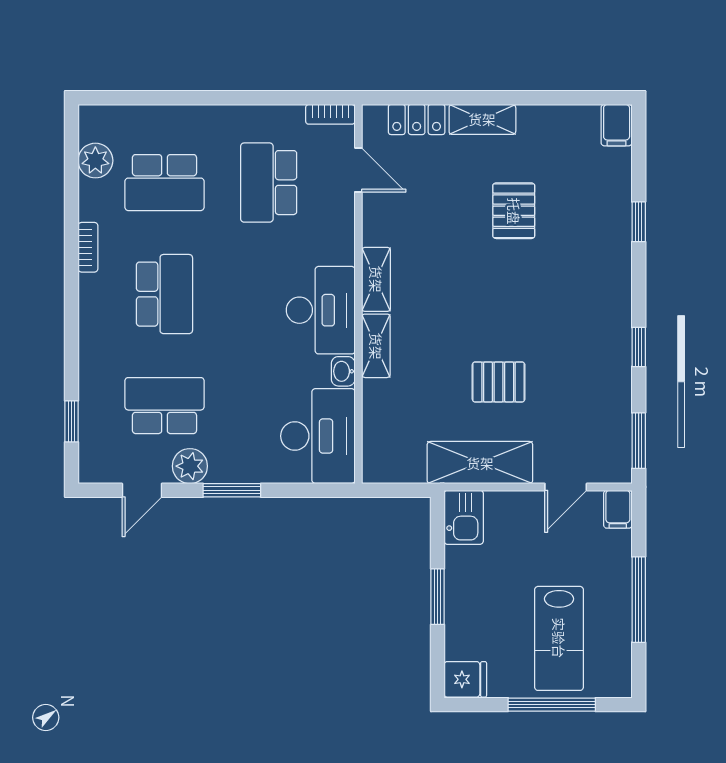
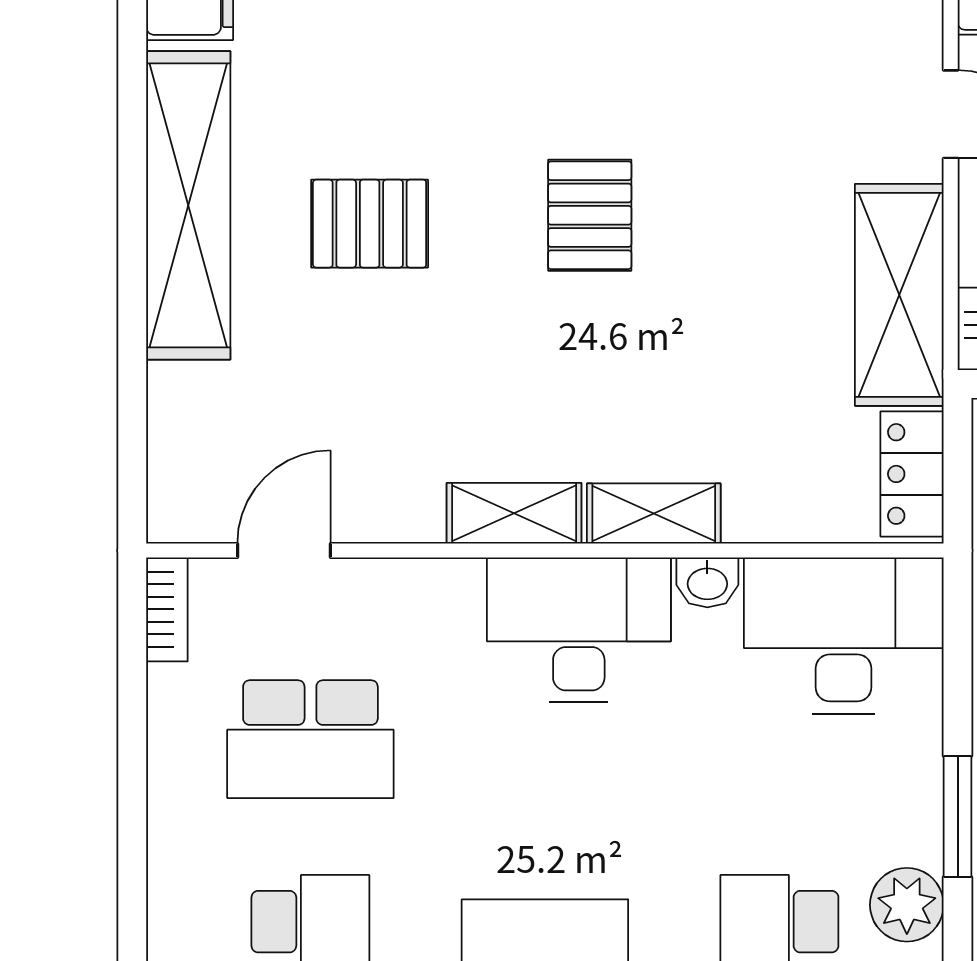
locker: (417, 119) -> (912, 474), moved, turned 180
shelving: (482, 119) -> (188, 205), width x2.20, depth x1.33
pallet: (499, 382) -> (590, 215), moved

